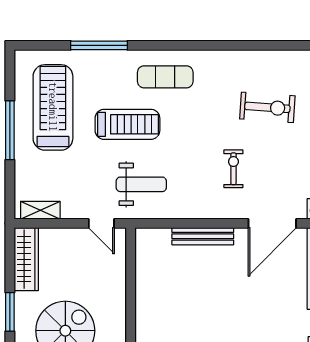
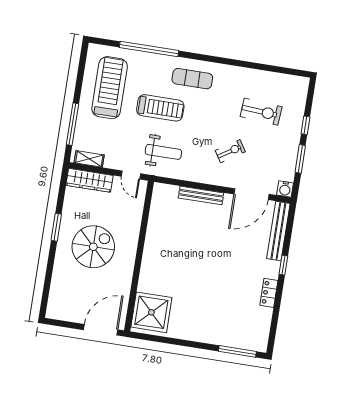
window: (99, 45) -> (149, 49), width x1.46
window: (10, 130) -> (73, 124), moved
exercise bike: (233, 169) -> (230, 151), turned 57
wardrobe: (26, 259) -> (90, 180), moved, turned 90

